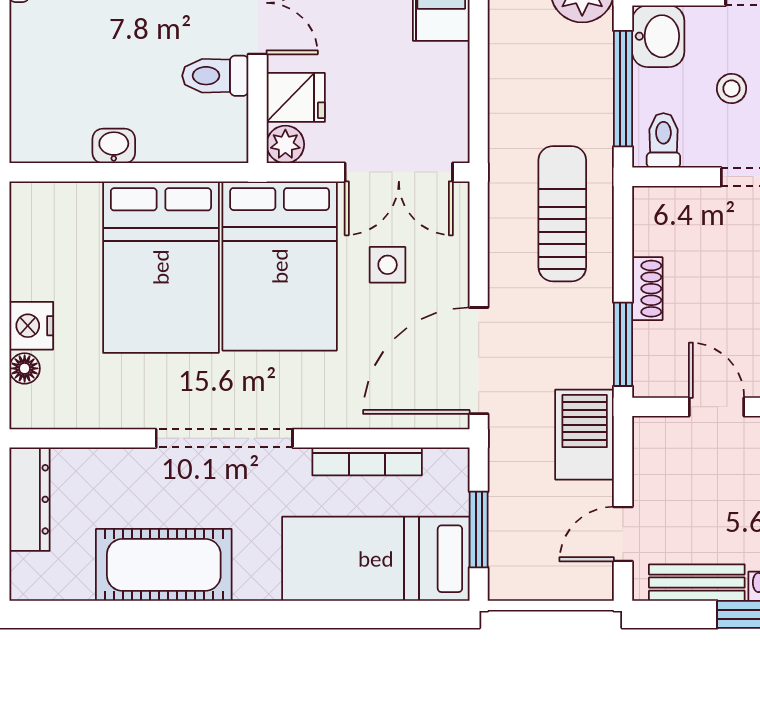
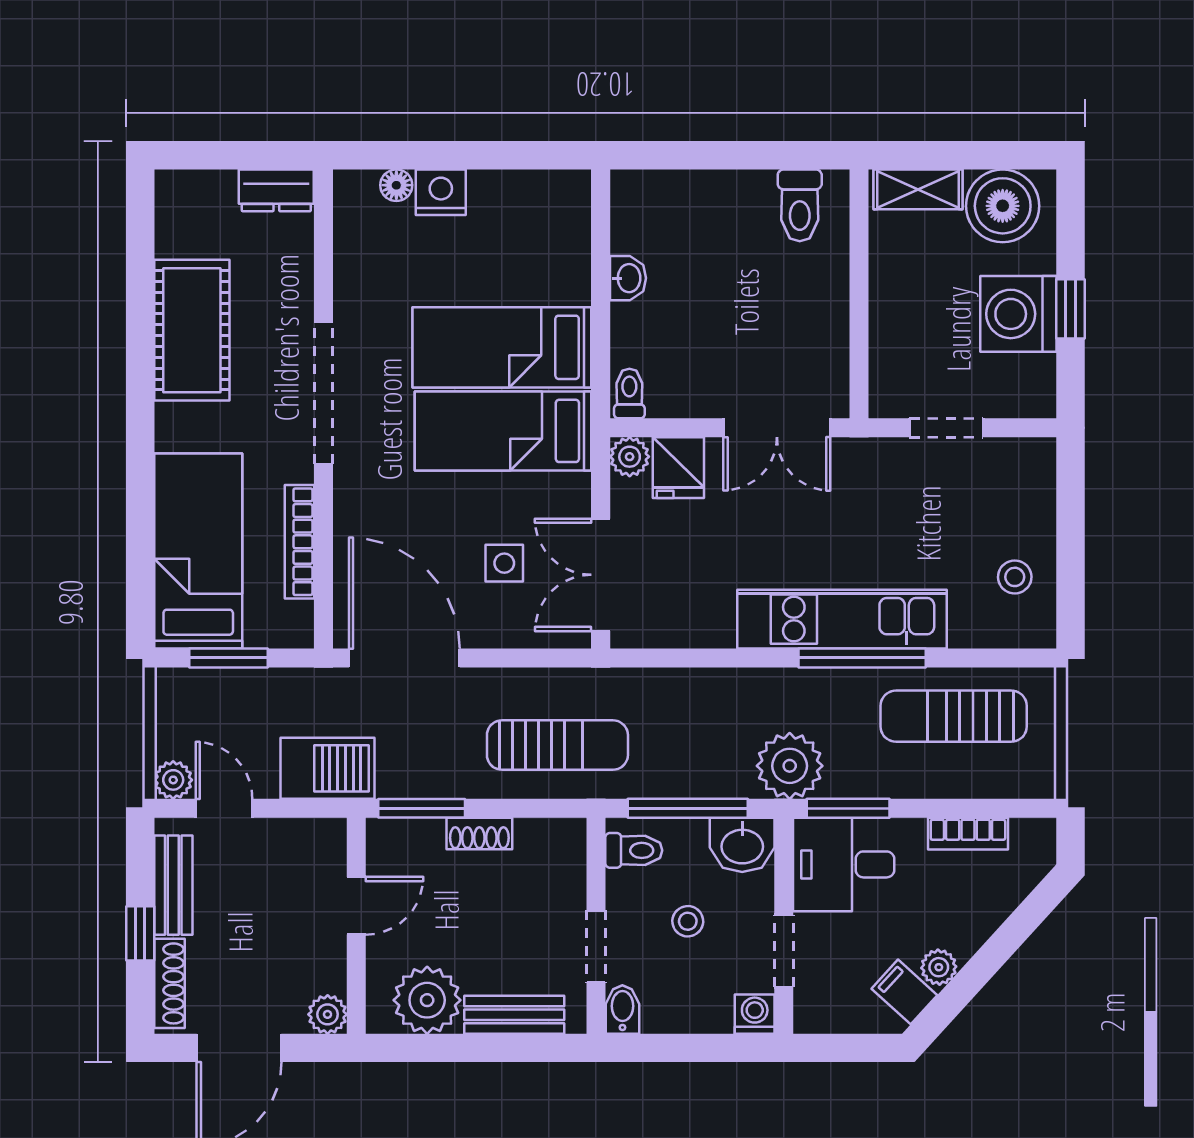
toilet: (215, 76) -> (629, 393), moved, width x0.73, depth x0.72
bed: (280, 266) -> (503, 431), width x0.67
bed: (161, 267) -> (502, 347), width x0.67
dresser: (29, 499) -> (276, 190), width x0.70
plant: (596, 583) -> (173, 780), added

